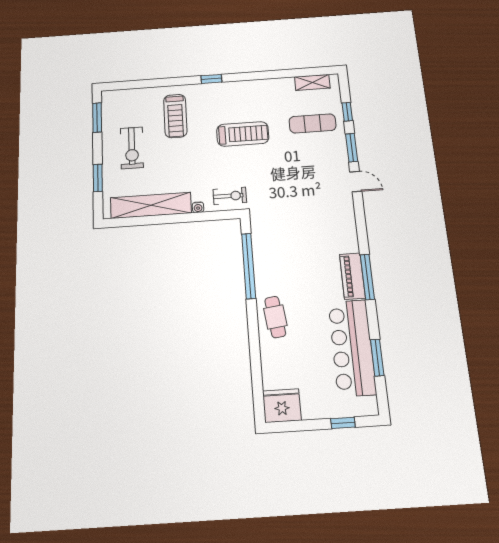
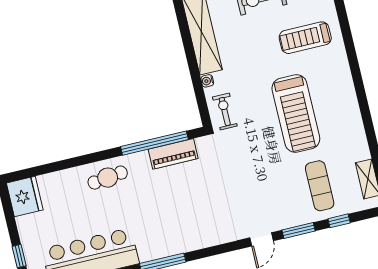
window: (211, 79) -> (355, 69), removed
treadmill: (243, 134) -> (296, 114), width x1.37, depth x1.38
exercise bike: (230, 196) -> (225, 112), turned 180
piano: (352, 276) -> (173, 154), moved, turned 180

